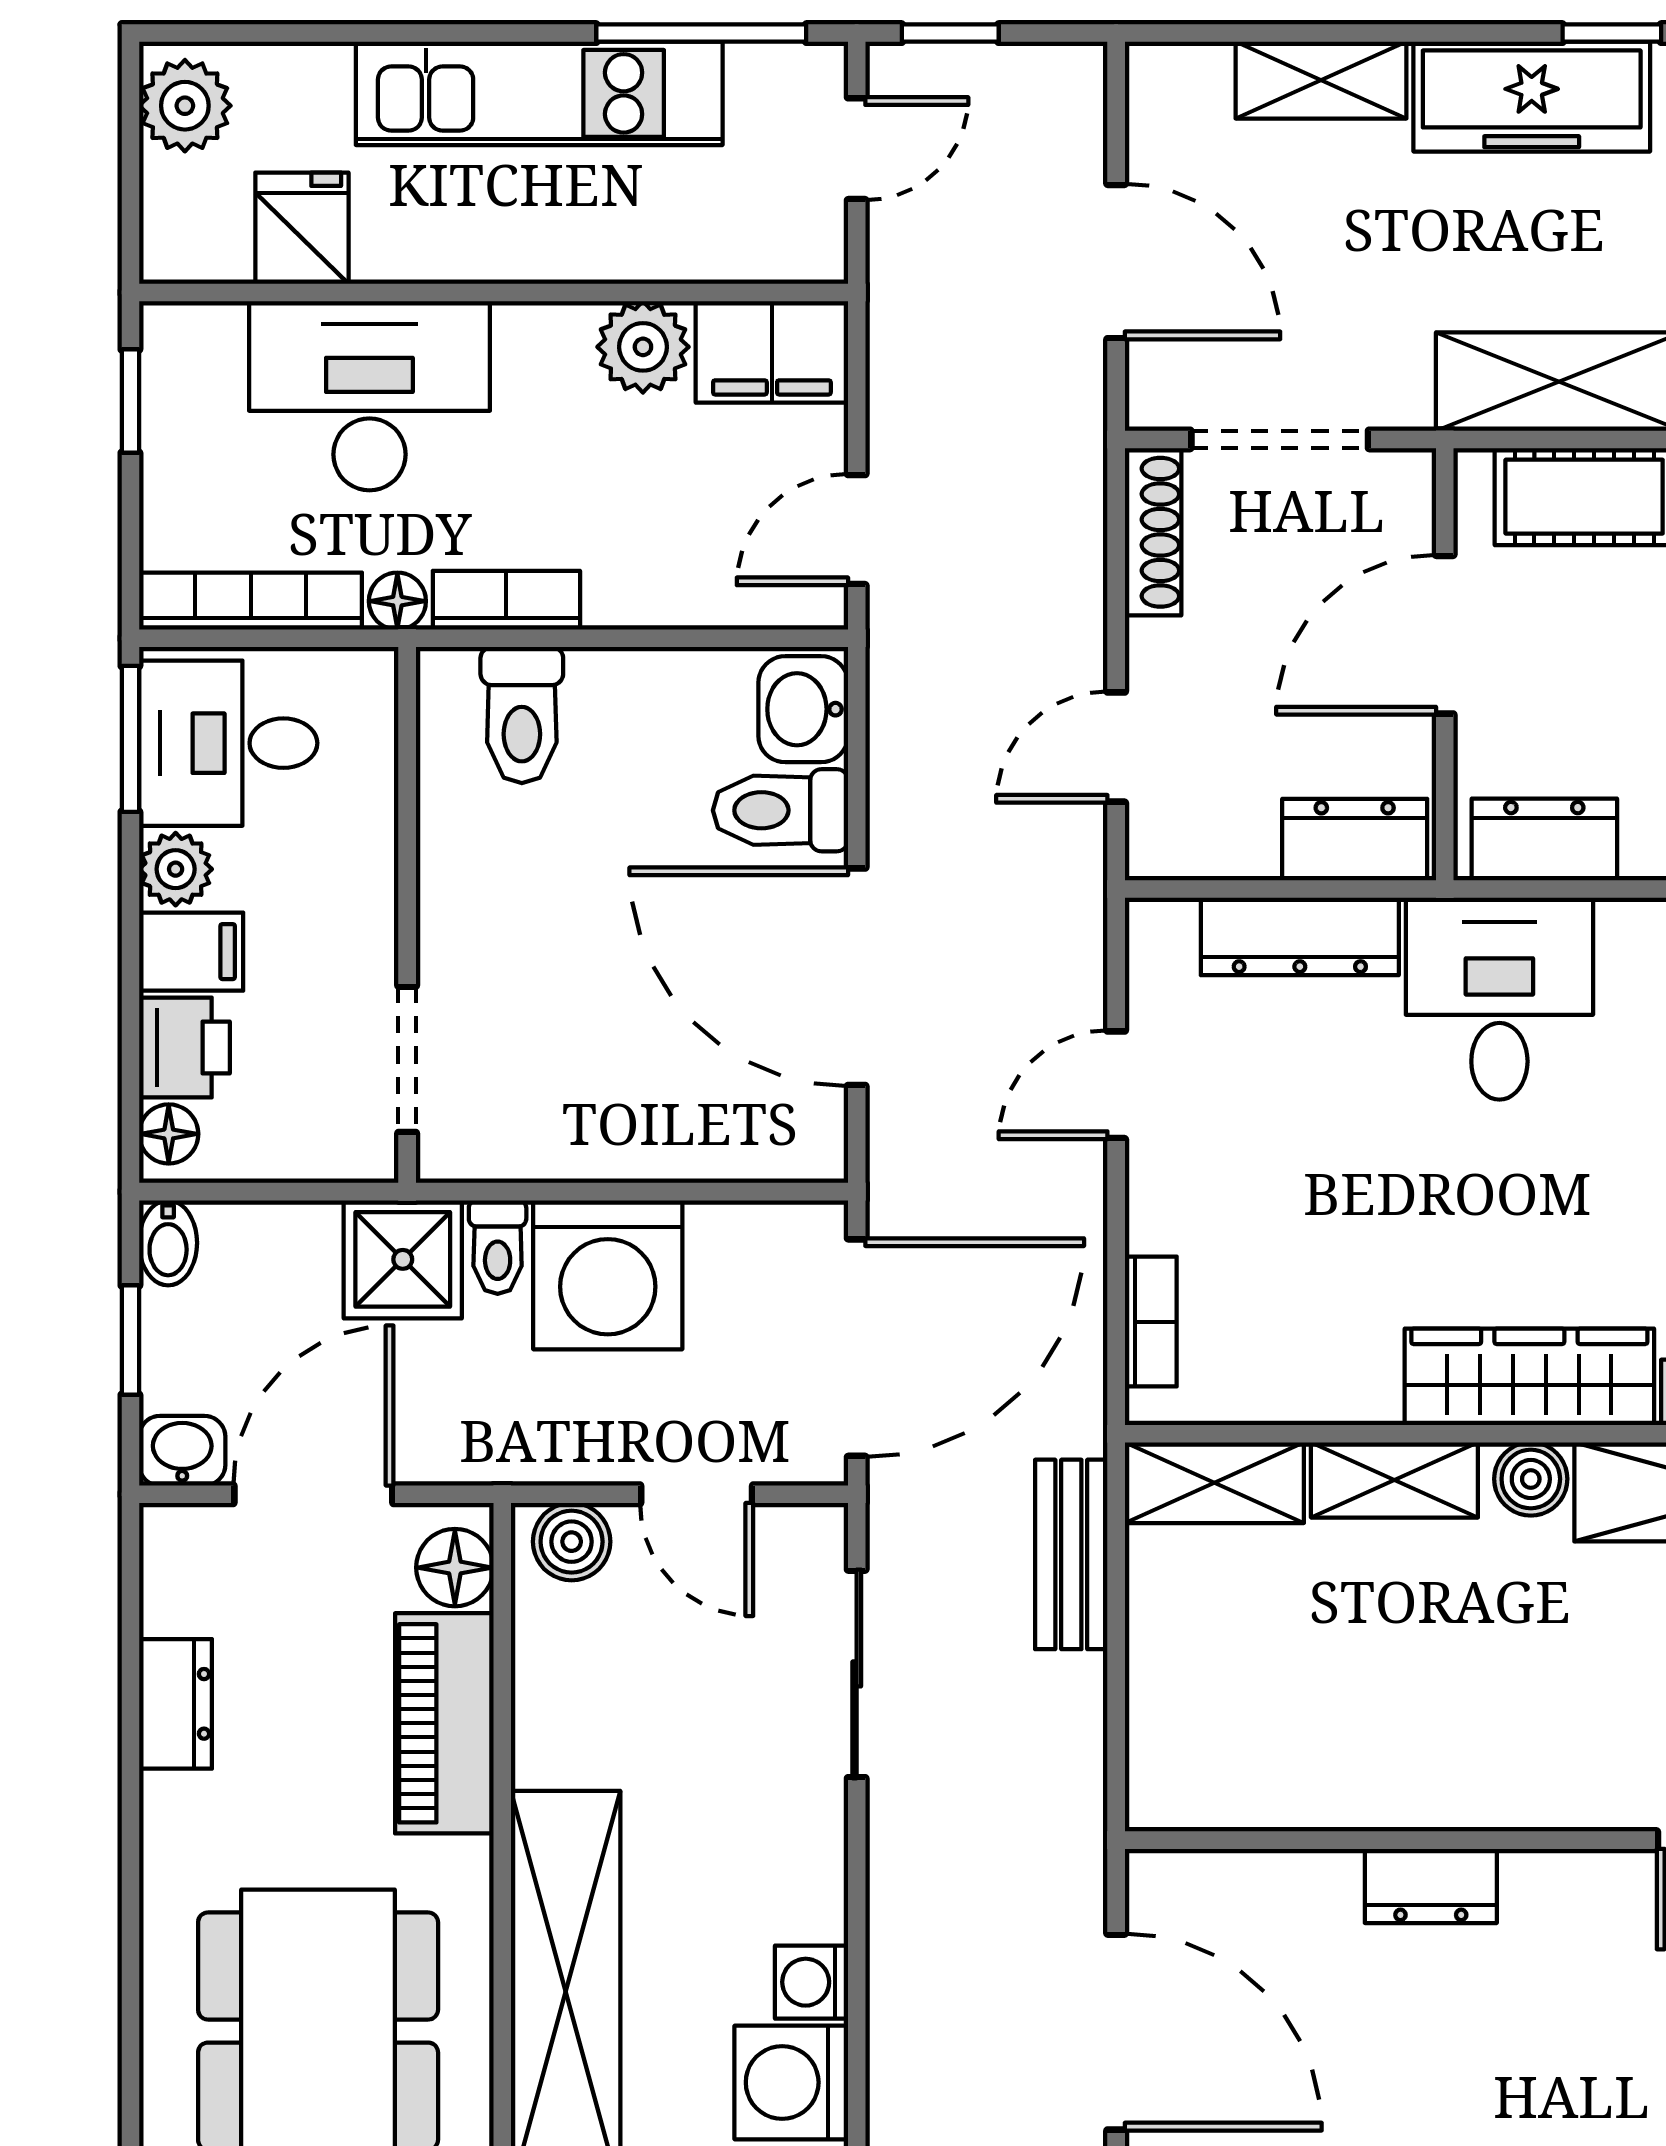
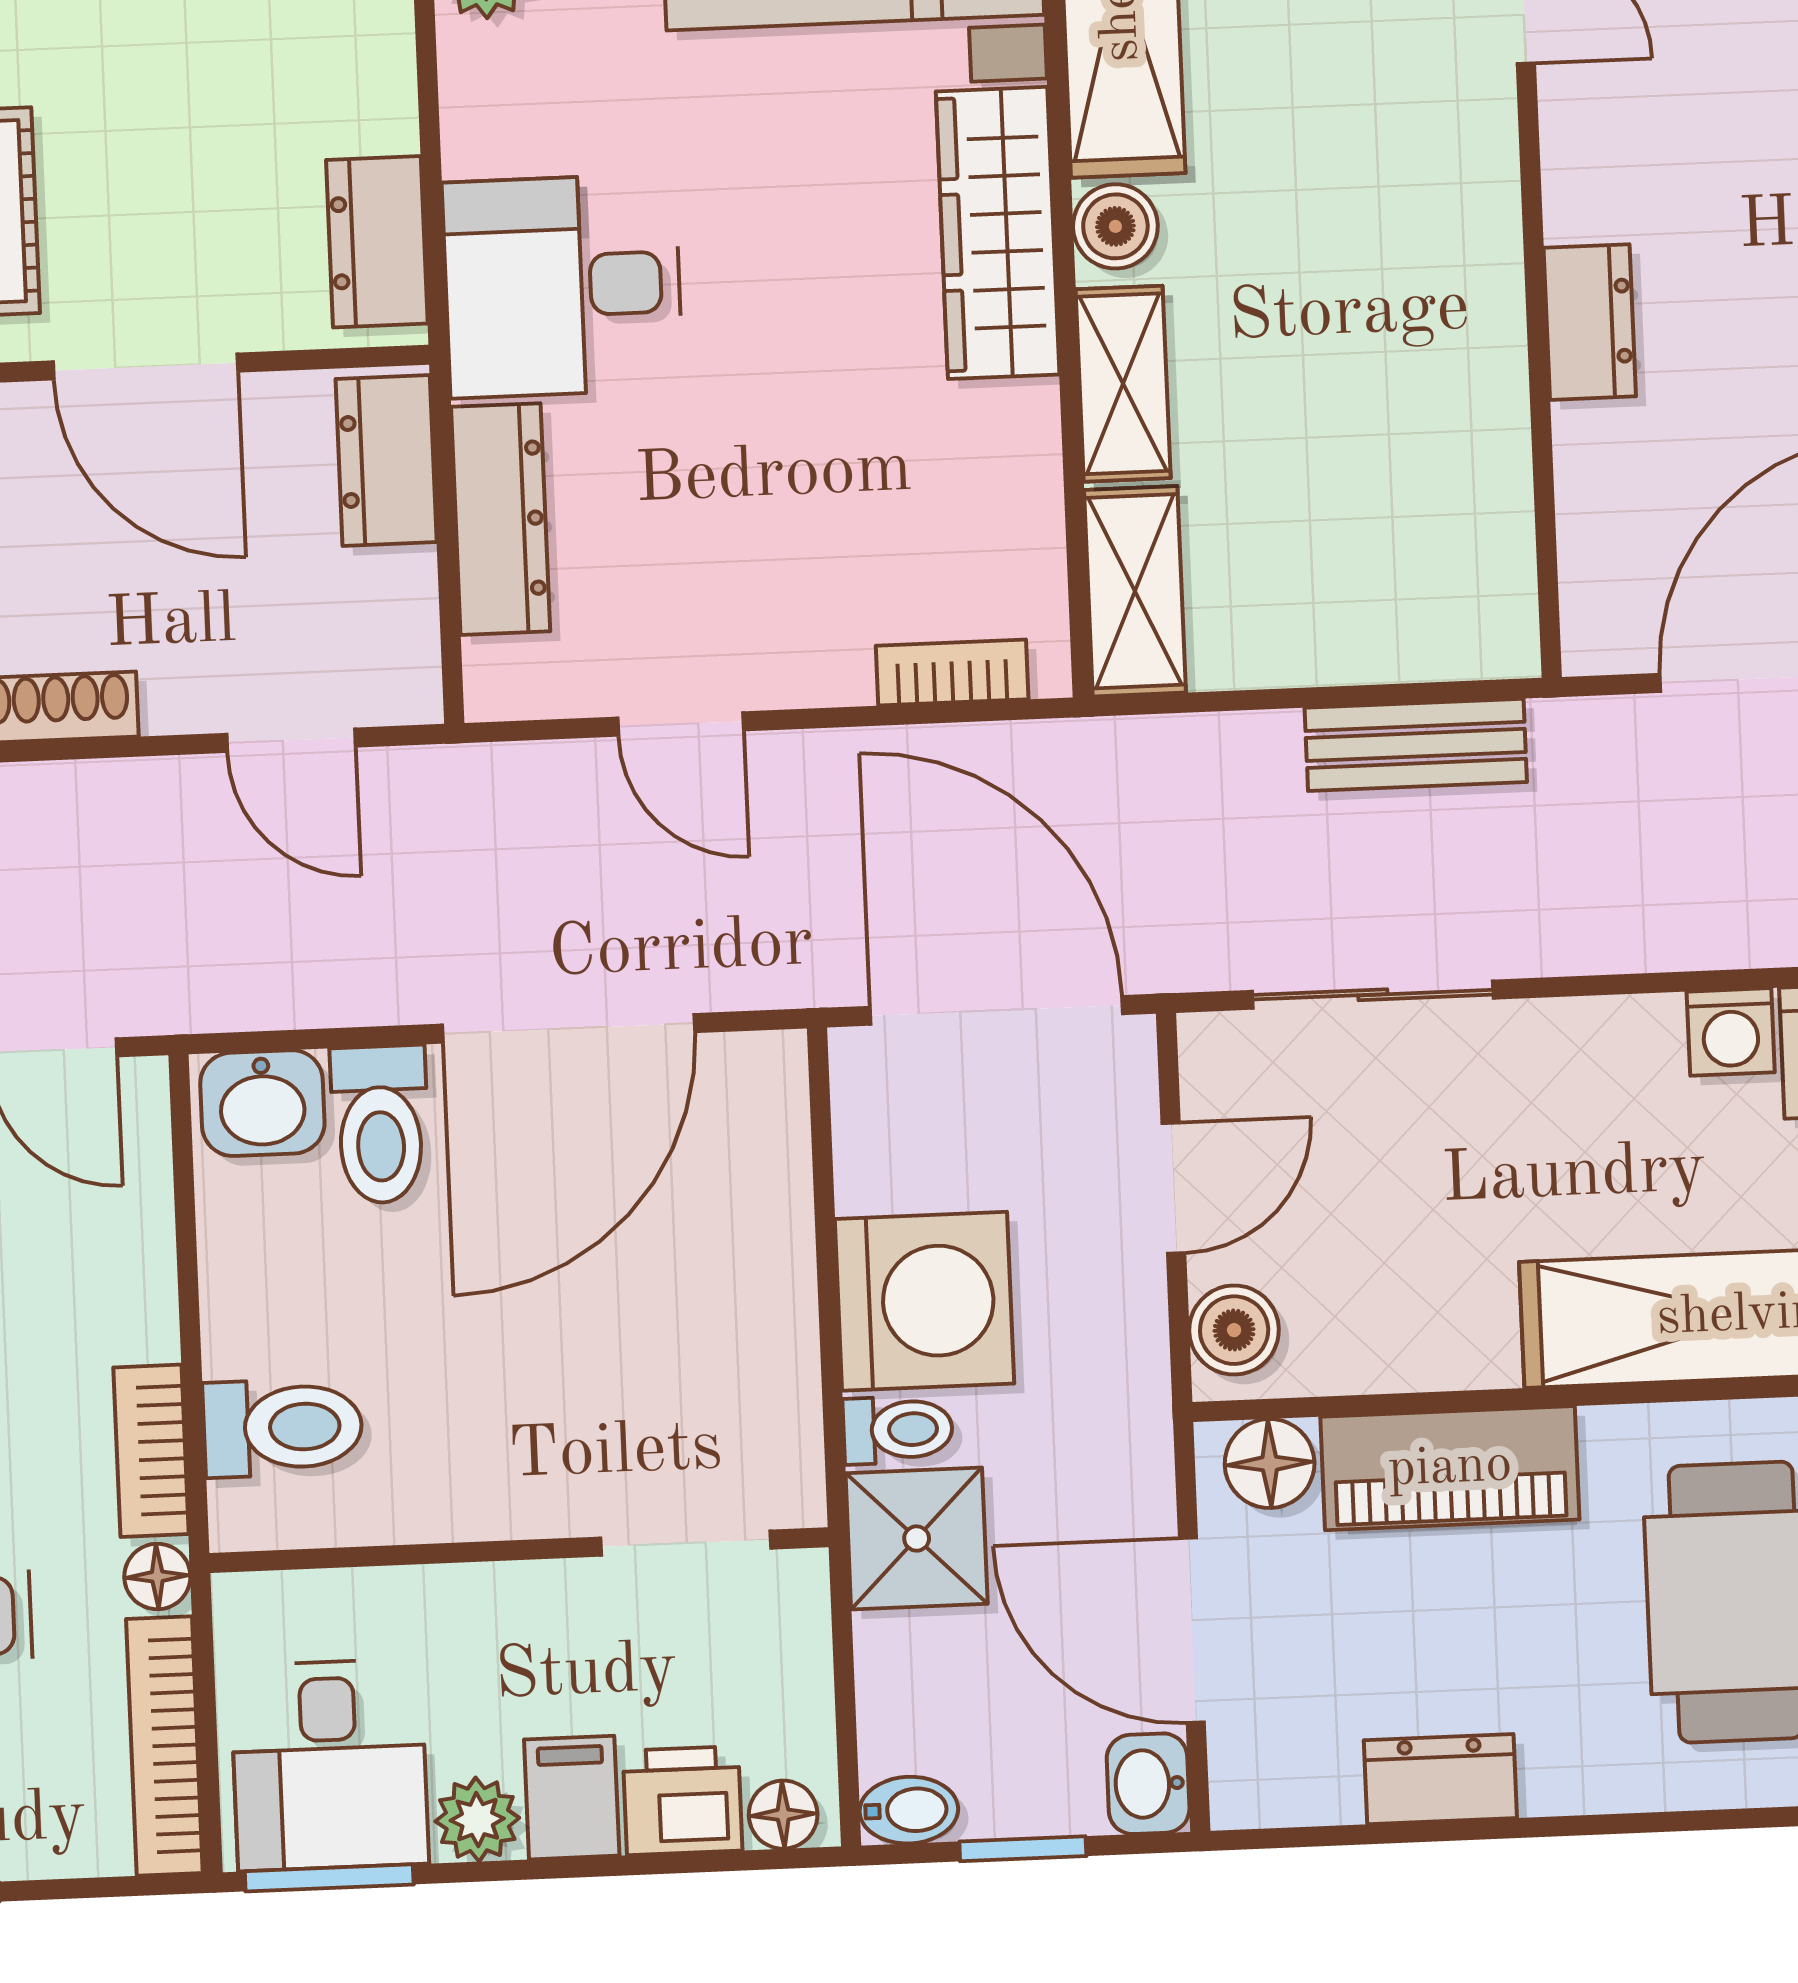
bench: (1071, 1554) -> (1416, 745), moved

